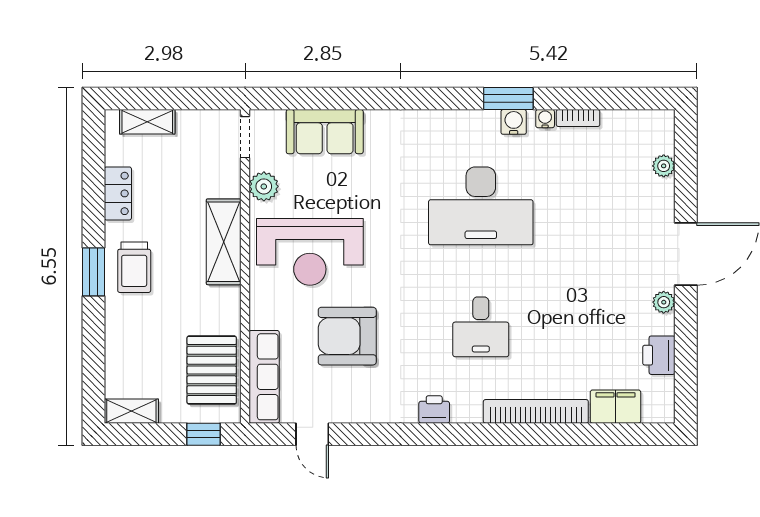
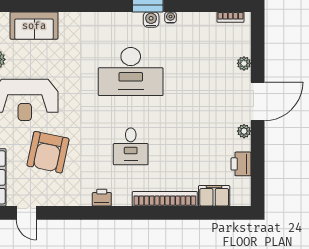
bookcase: (578, 118) -> (230, 17), moved
plant: (664, 166) -> (244, 63), moved
armchair: (347, 336) -> (48, 152), turned -78

